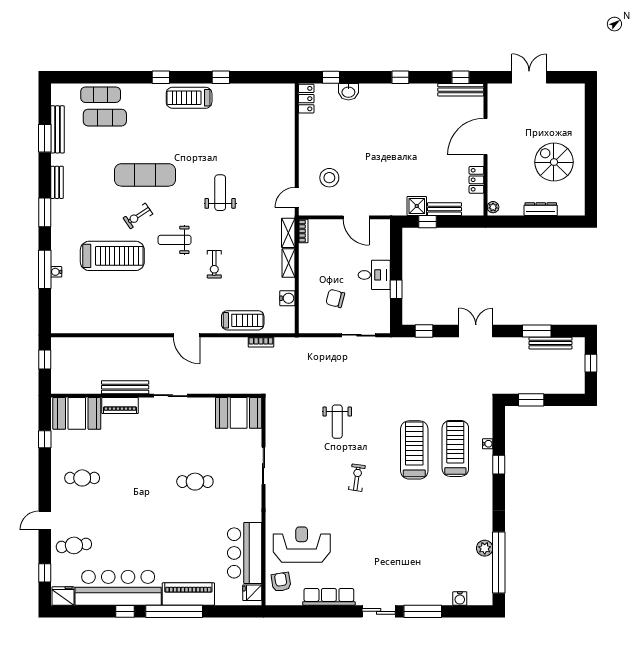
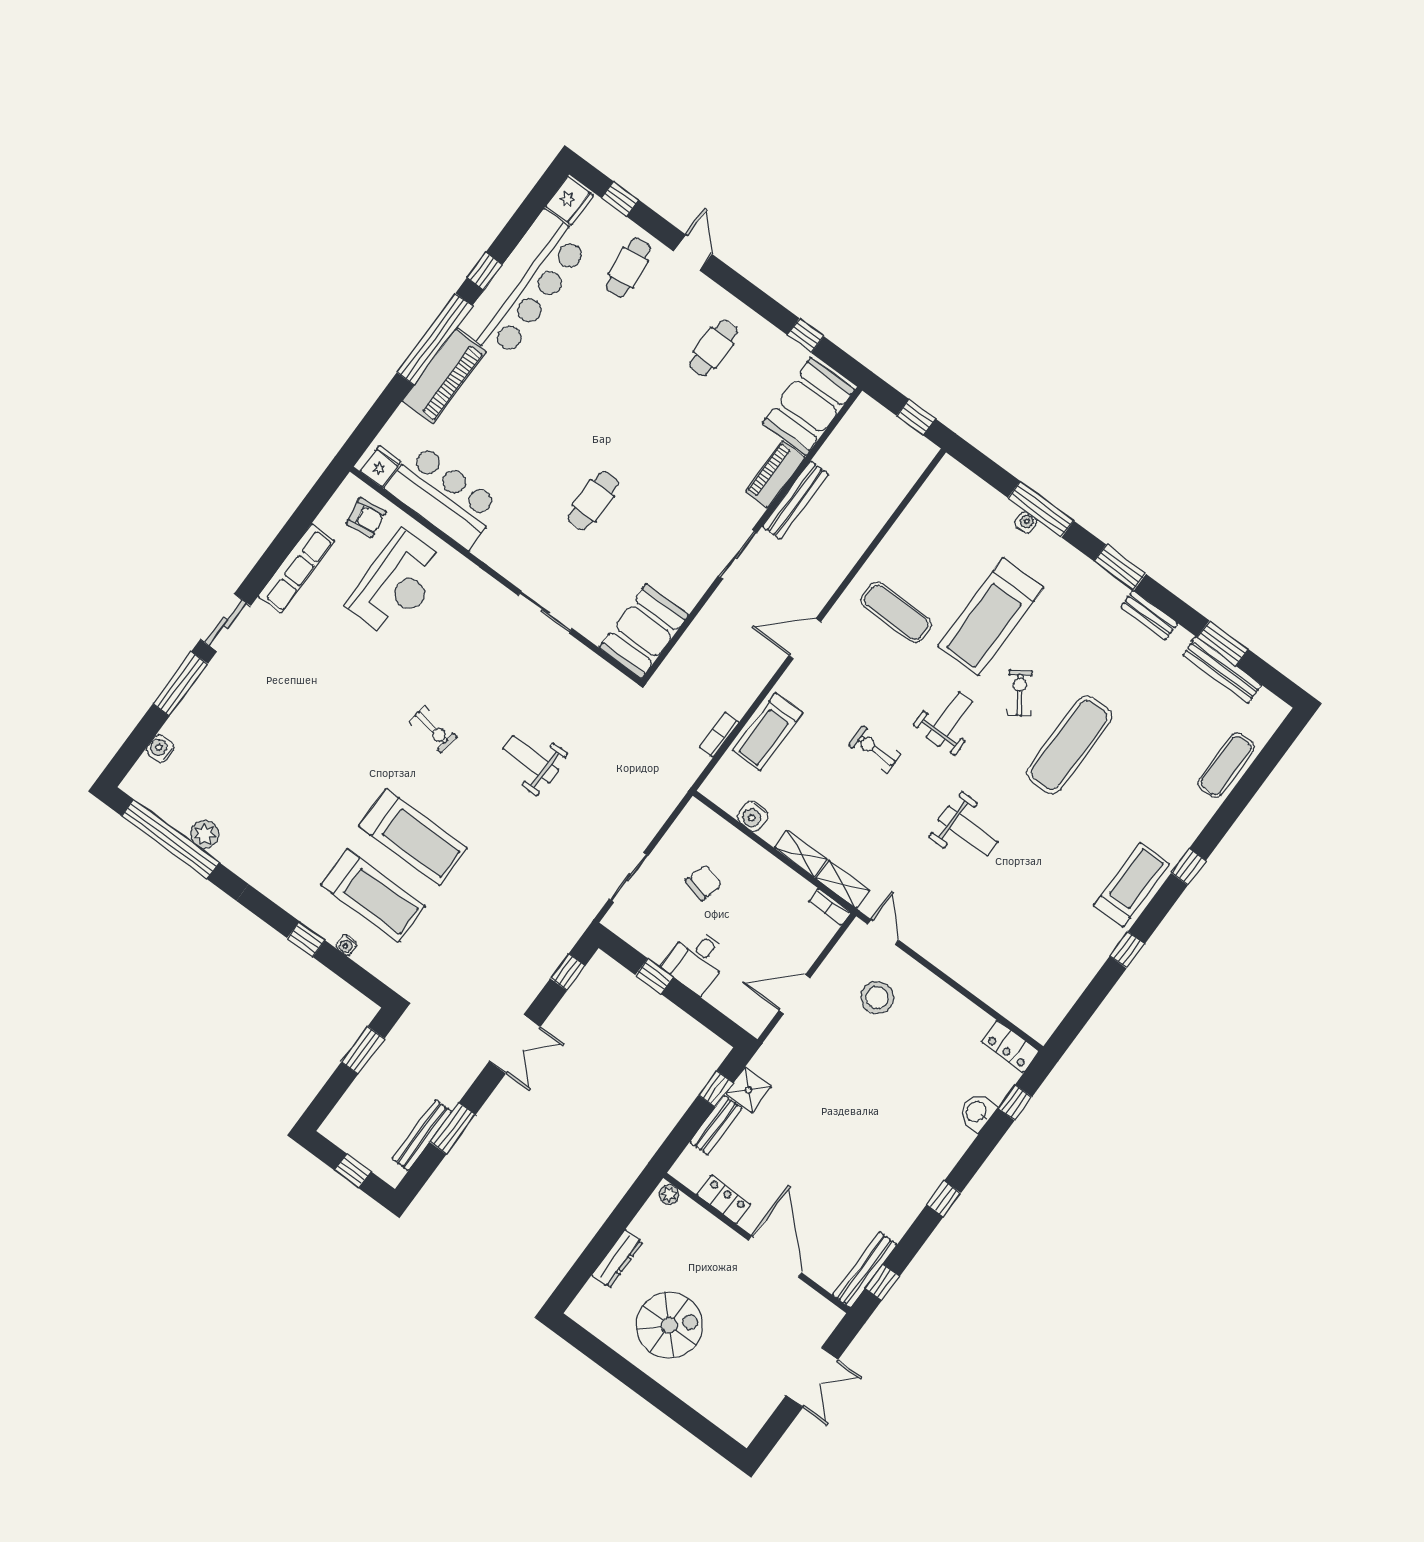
exercise mat: (105, 118) -> (896, 612), moved, turned 90

